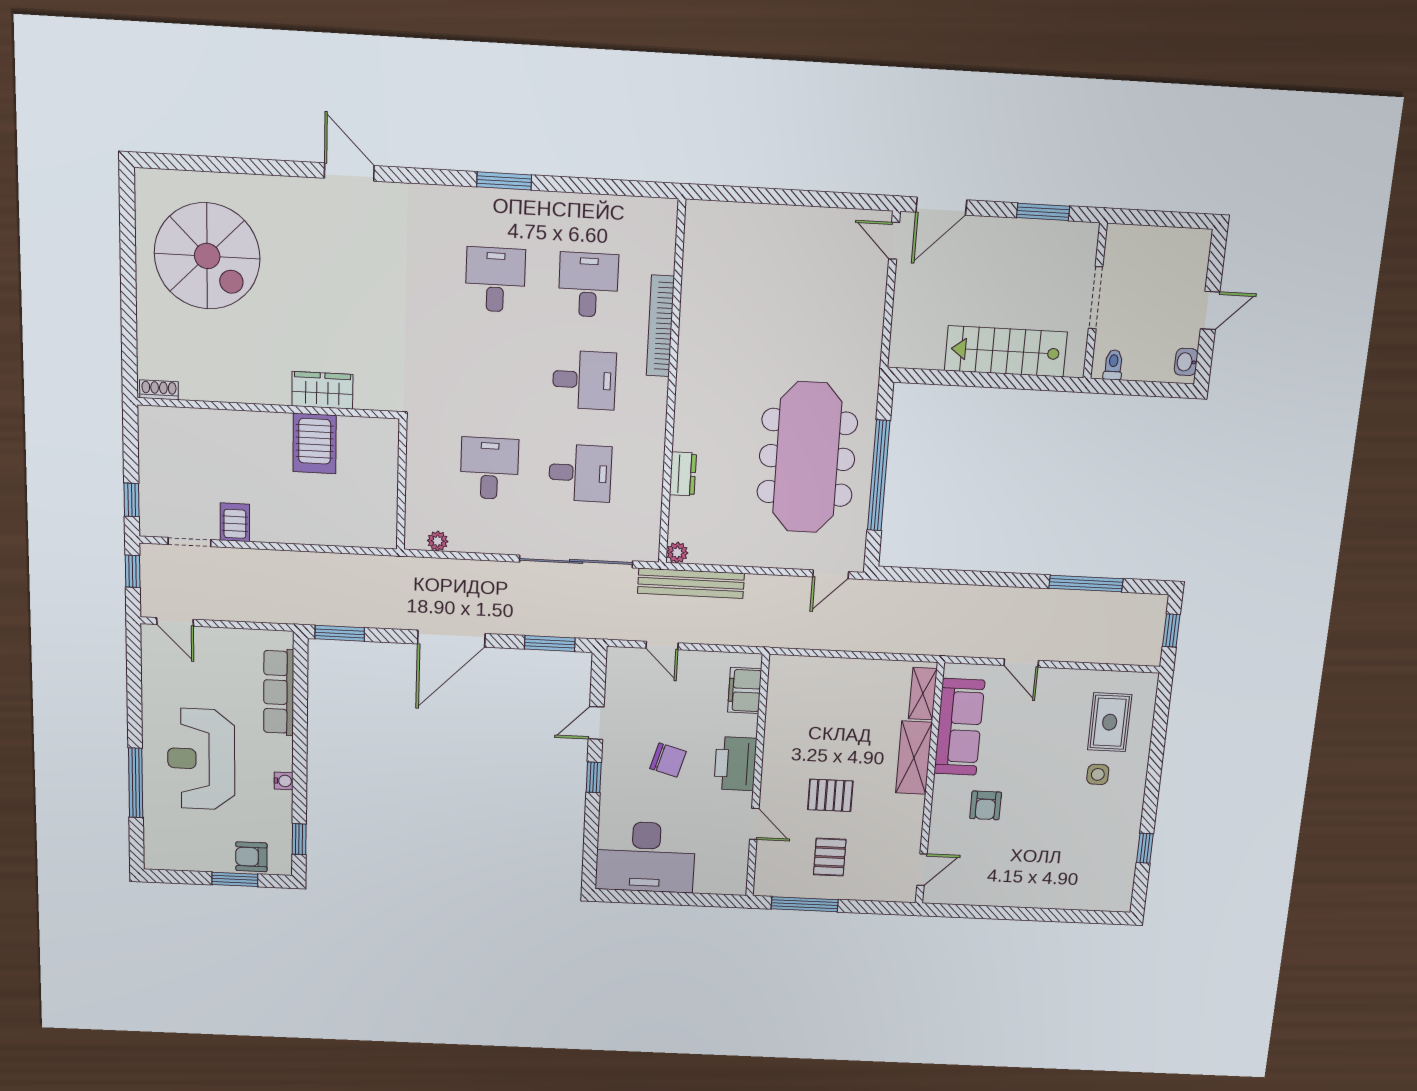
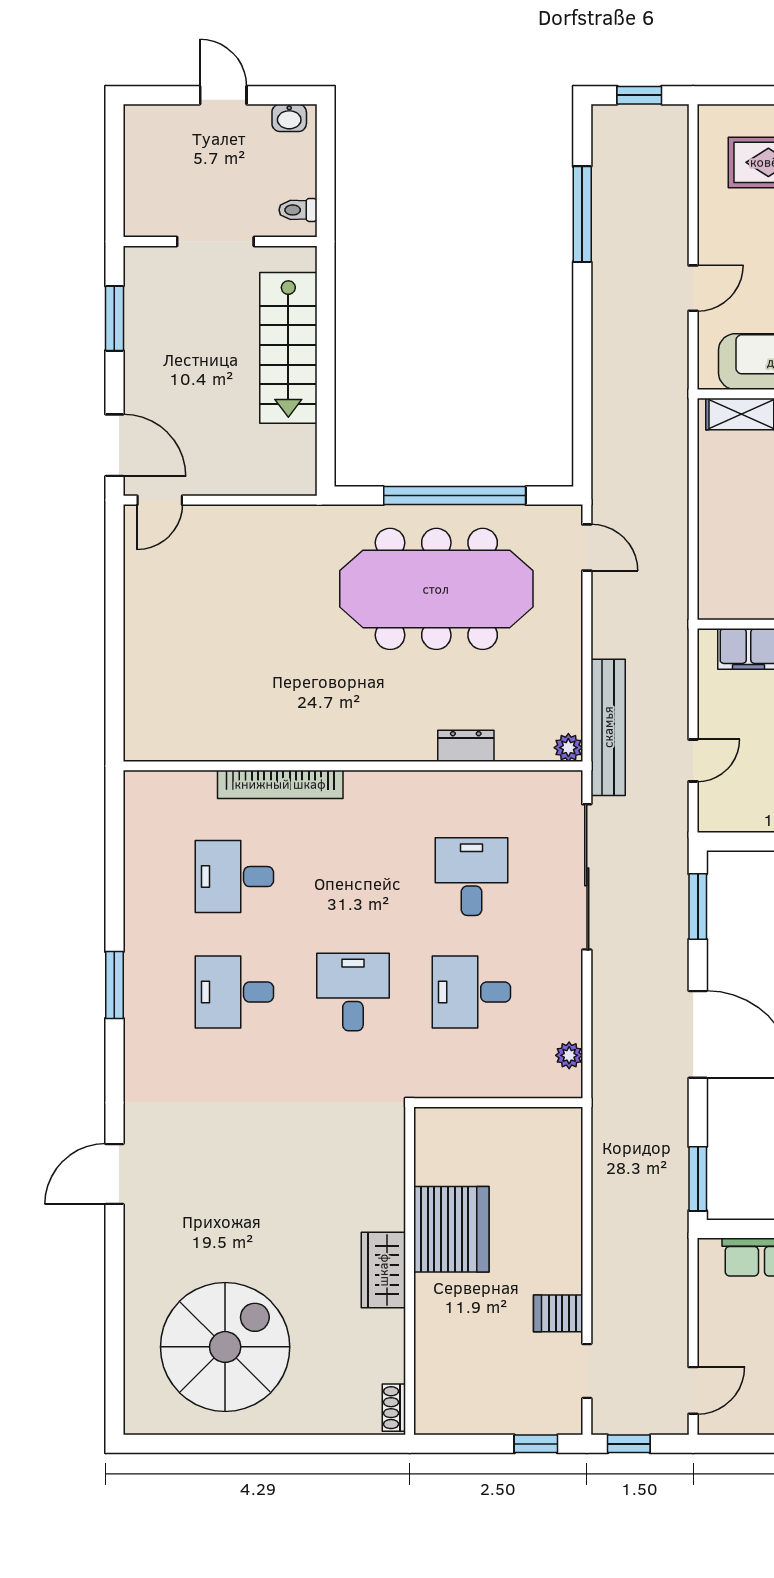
desk: (584, 380) -> (353, 992), moved
wardrobe: (322, 390) -> (383, 1270), moved
server rack: (315, 444) -> (451, 1229), width x1.60

